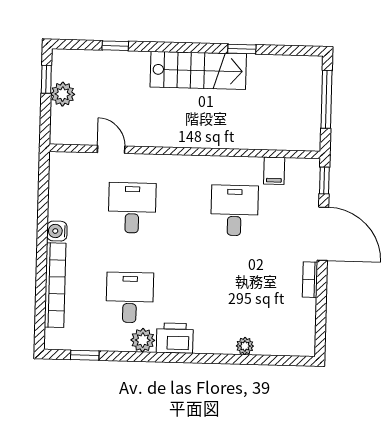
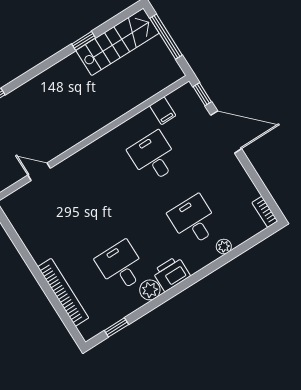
stairs: (198, 70) -> (118, 42), moved
desk: (132, 208) -> (194, 221), moved
water cooler: (57, 231) -> (39, 254), removed
bookcase: (310, 280) -> (265, 212), moved

